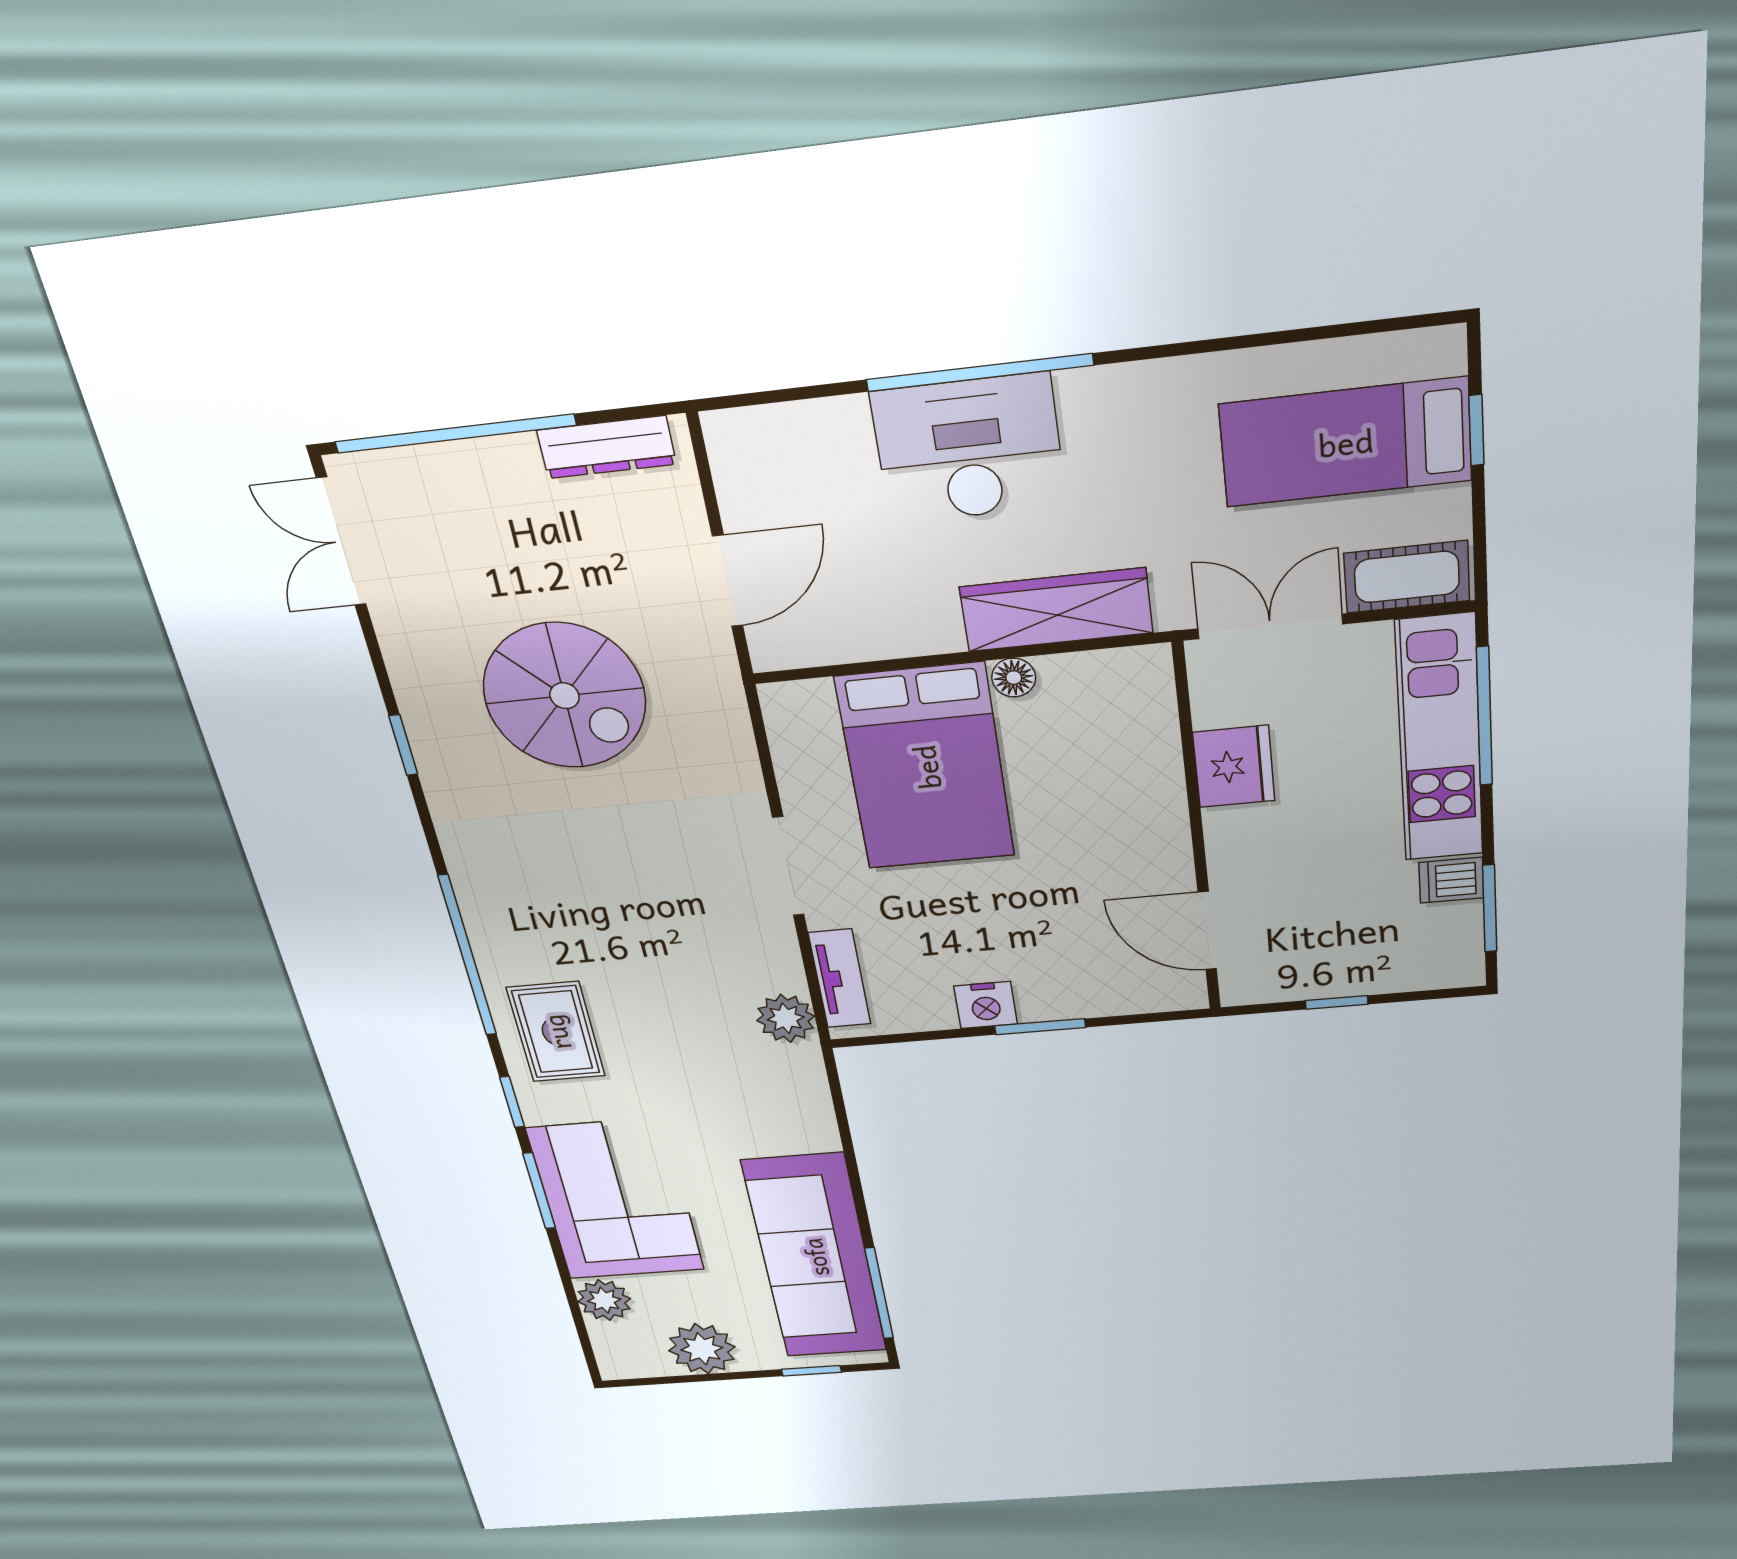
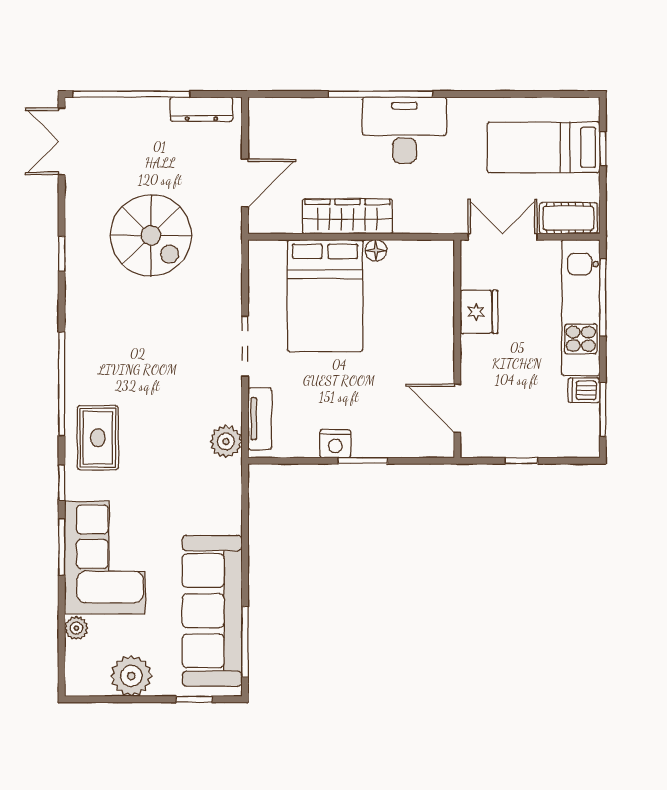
desk: (969, 449) -> (404, 130), moved
wardrobe: (1056, 610) -> (347, 216), moved
plant: (604, 1300) -> (76, 628), width x0.73, depth x0.73

